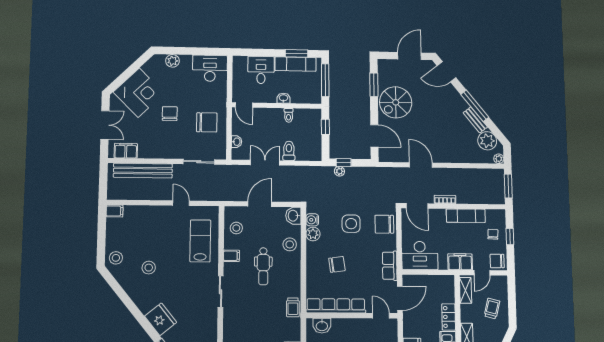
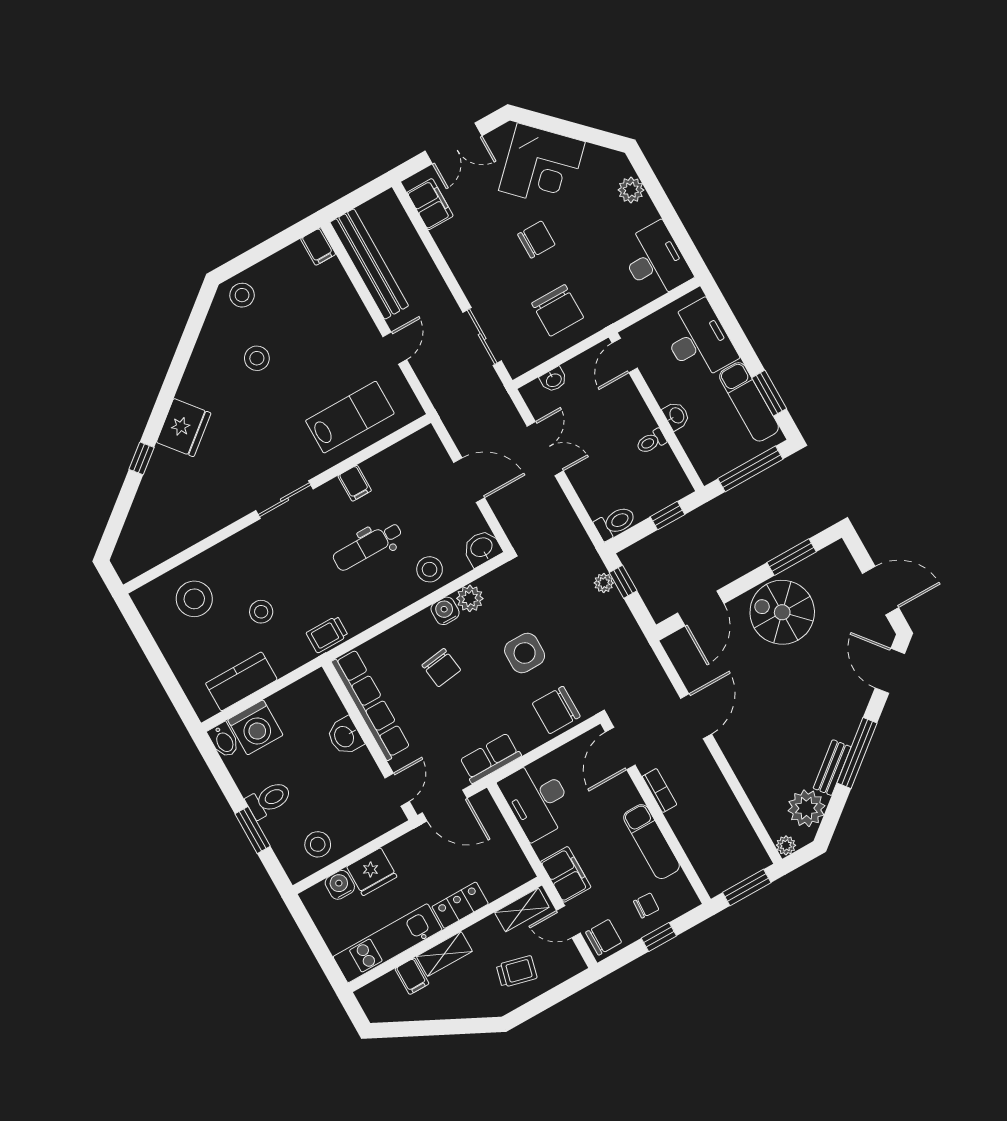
desk: (261, 70) -> (699, 341), width x1.37
toilet: (289, 151) -> (615, 523), moved
bench: (143, 171) -> (369, 264), moved
water cooler: (312, 220) -> (445, 611), moved
chair: (384, 224) -> (556, 710), turned -90
stool: (236, 228) -> (261, 612), moved
chair: (497, 261) -> (604, 937), turned 90
washbasin: (322, 326) -> (345, 736), moved

